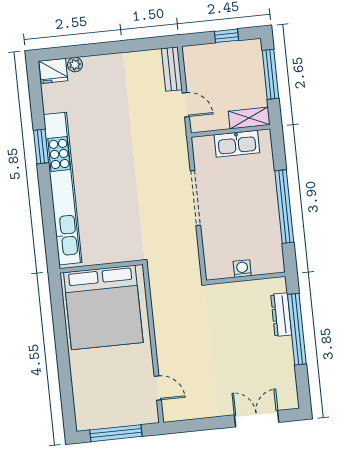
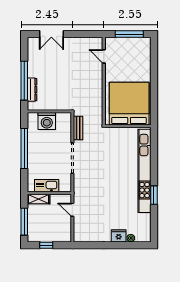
bench: (172, 69) -> (78, 128), moved
fridge: (53, 71) -> (119, 236), moved
washing machine: (242, 269) -> (47, 121), width x1.89, depth x1.89

